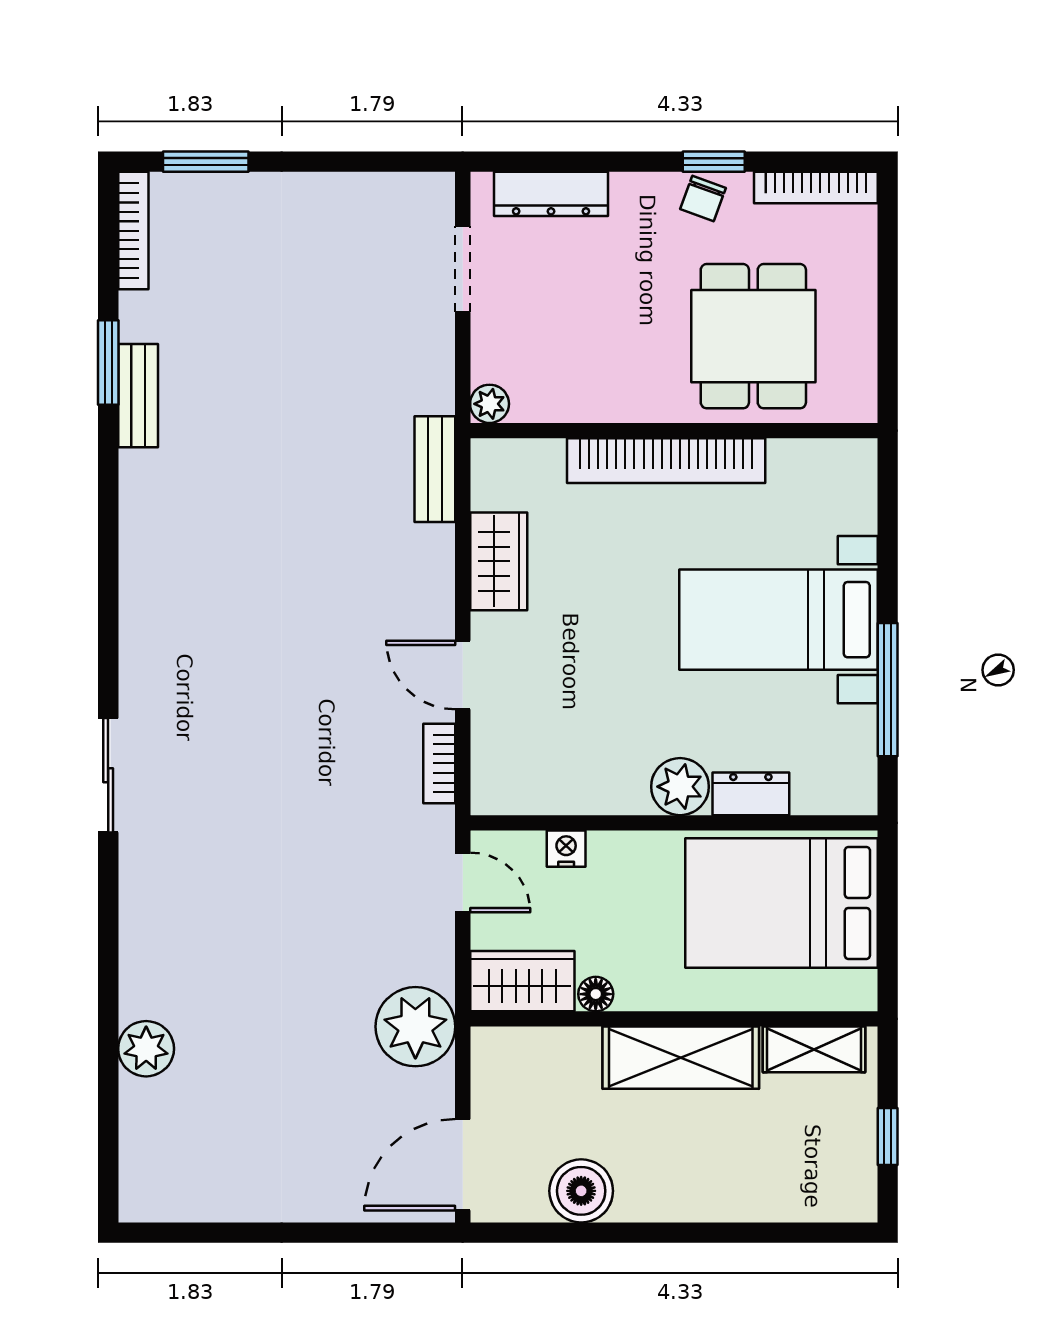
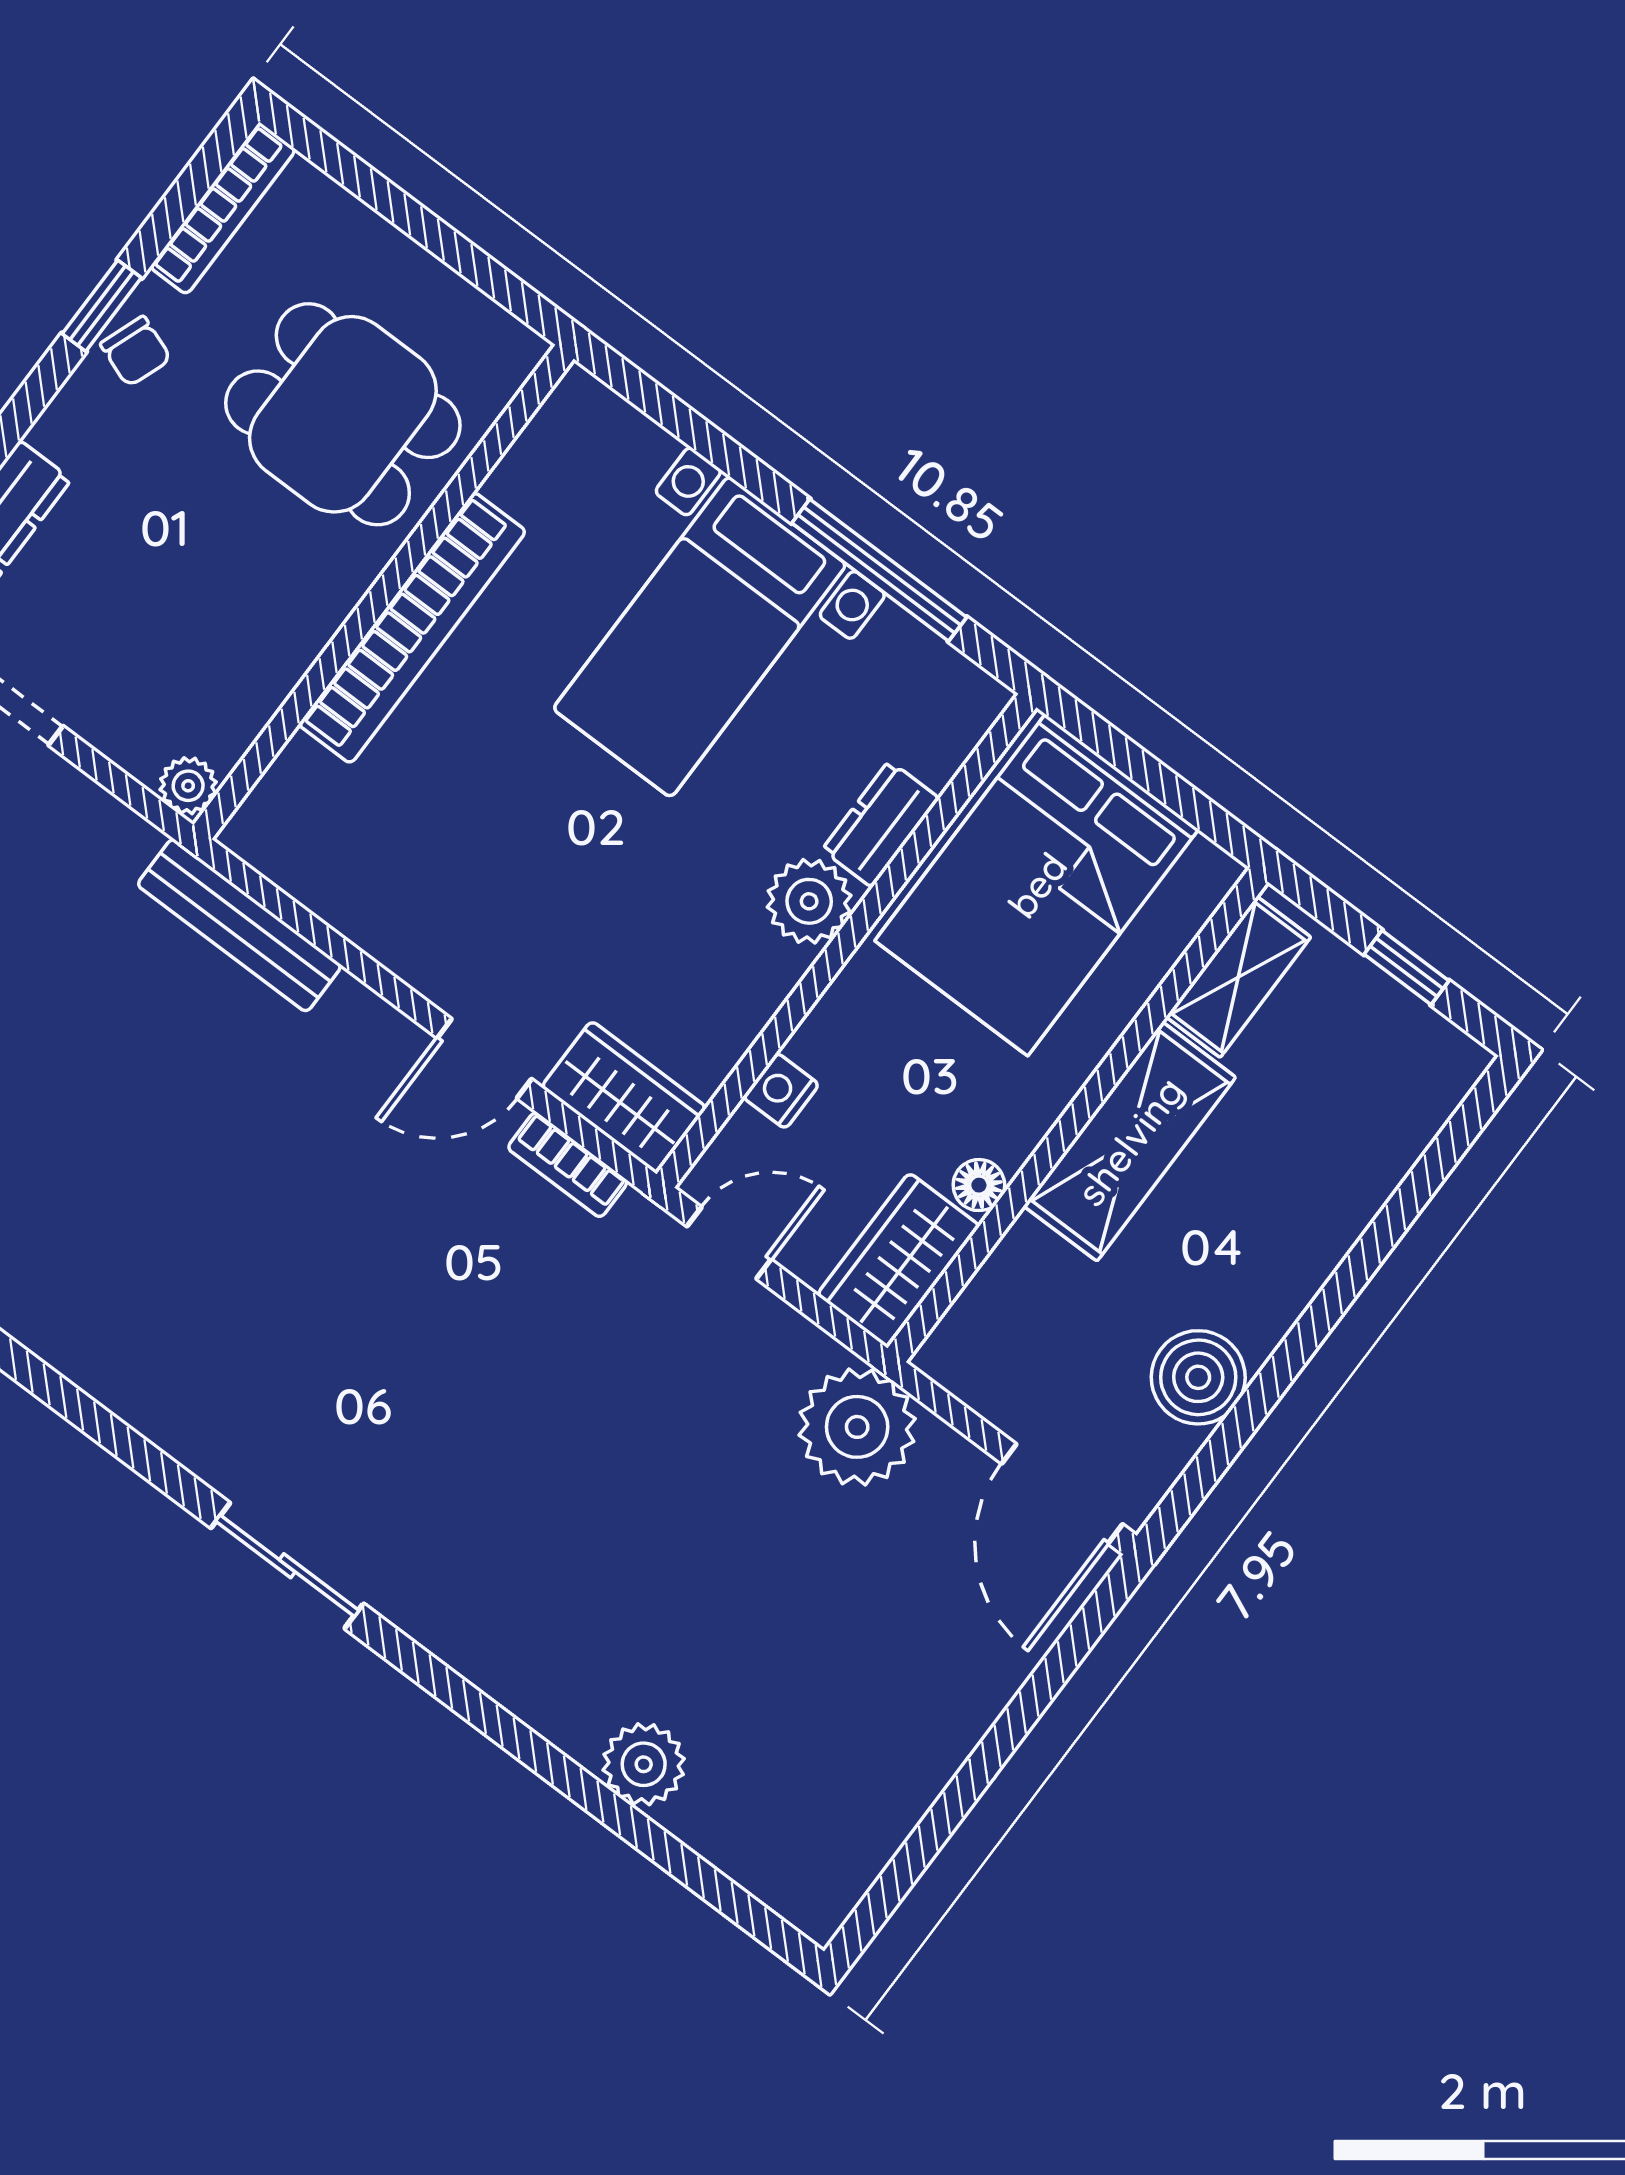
bench: (435, 469) -> (239, 925), width x1.36
wardrobe: (499, 561) -> (624, 1097), moved

